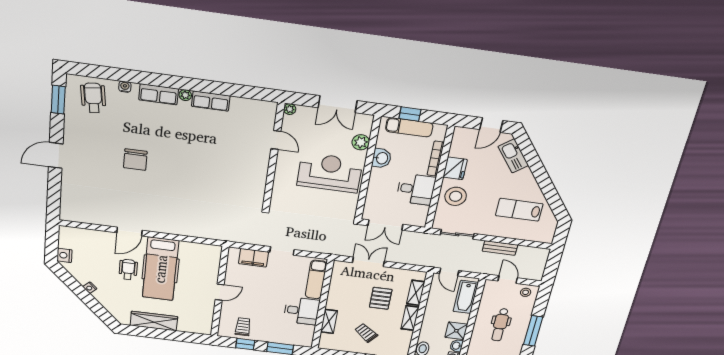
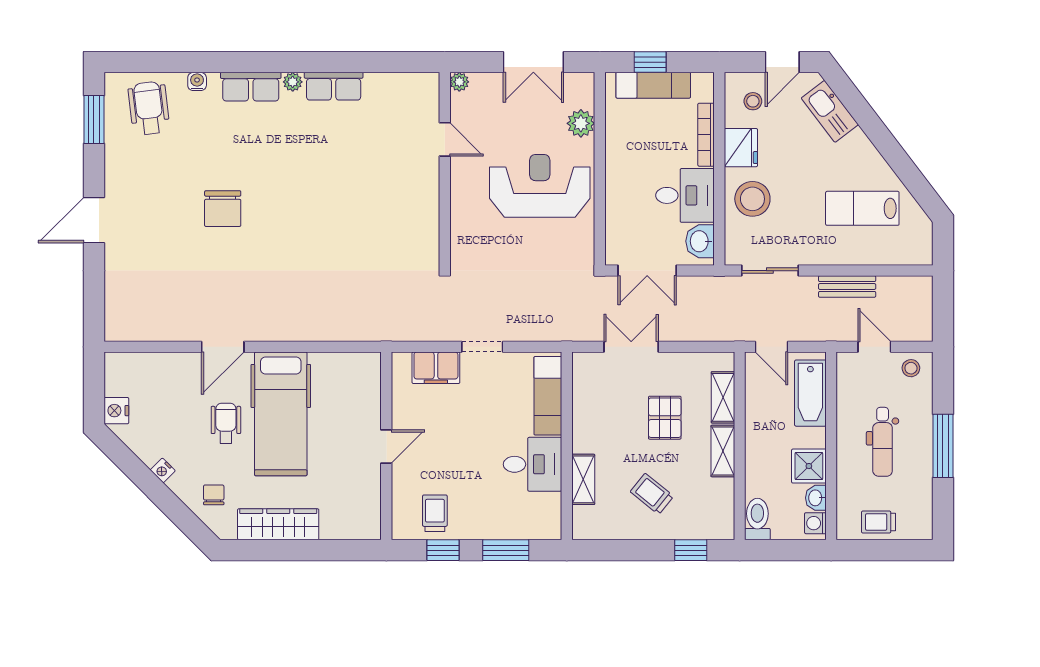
stool: (468, 144) -> (753, 101), added
washbasin: (382, 158) -> (700, 241), moved, turned 180
chair: (118, 303) -> (214, 495), added

